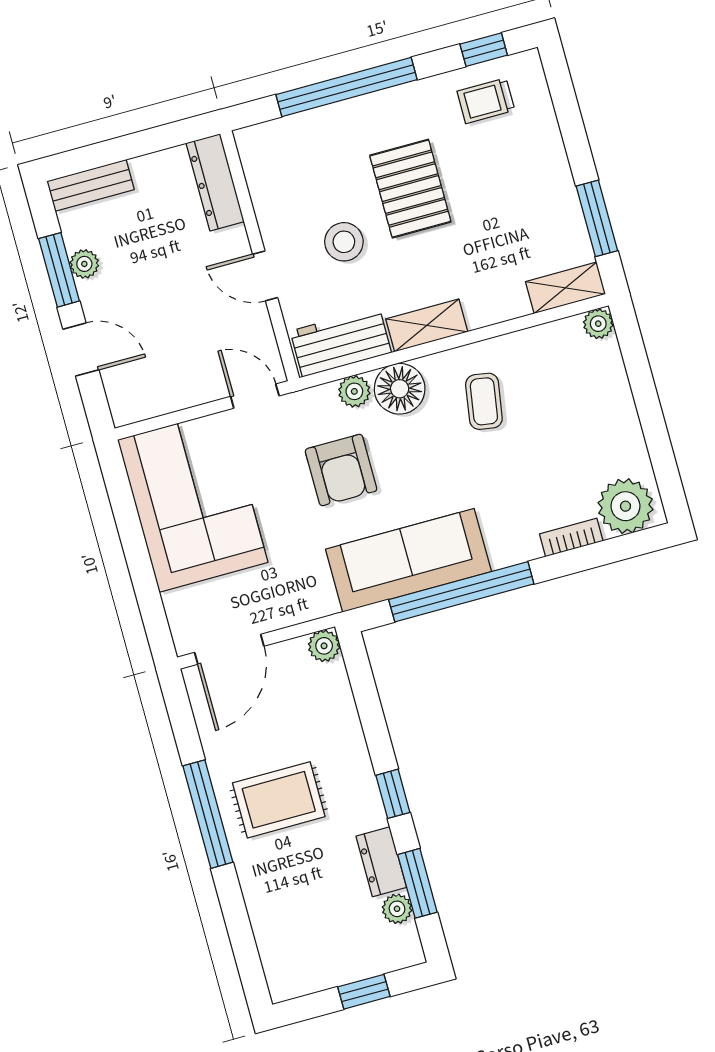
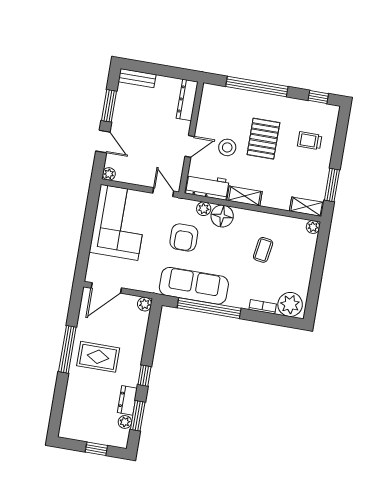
trolley: (486, 101) -> (310, 141), moved
plant: (84, 264) -> (109, 174), moved
door: (265, 276) -> (190, 146), swing flipped
coffee table: (484, 401) -> (263, 250), moved

